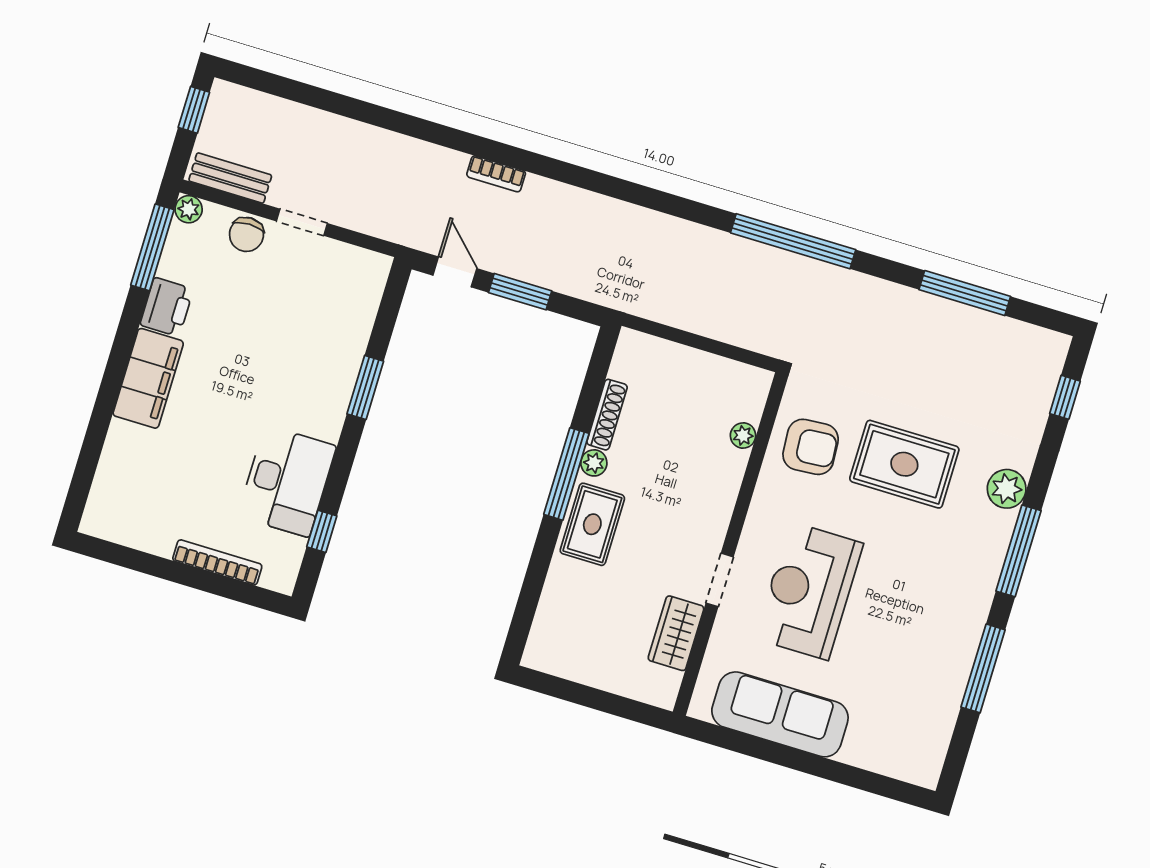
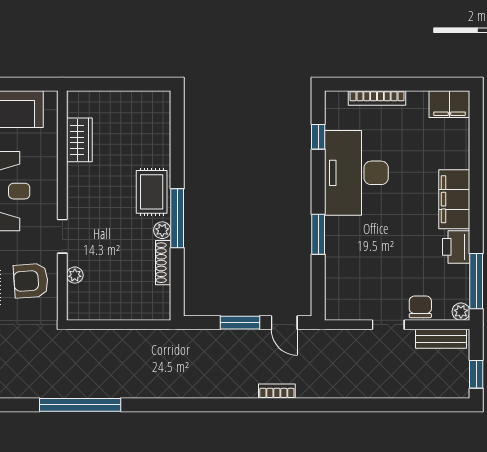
desk: (287, 481) -> (356, 173), width x1.36, depth x1.30
filing cabinet: (113, 521) -> (449, 104), added
doorway: (720, 580) -> (62, 236), moved

